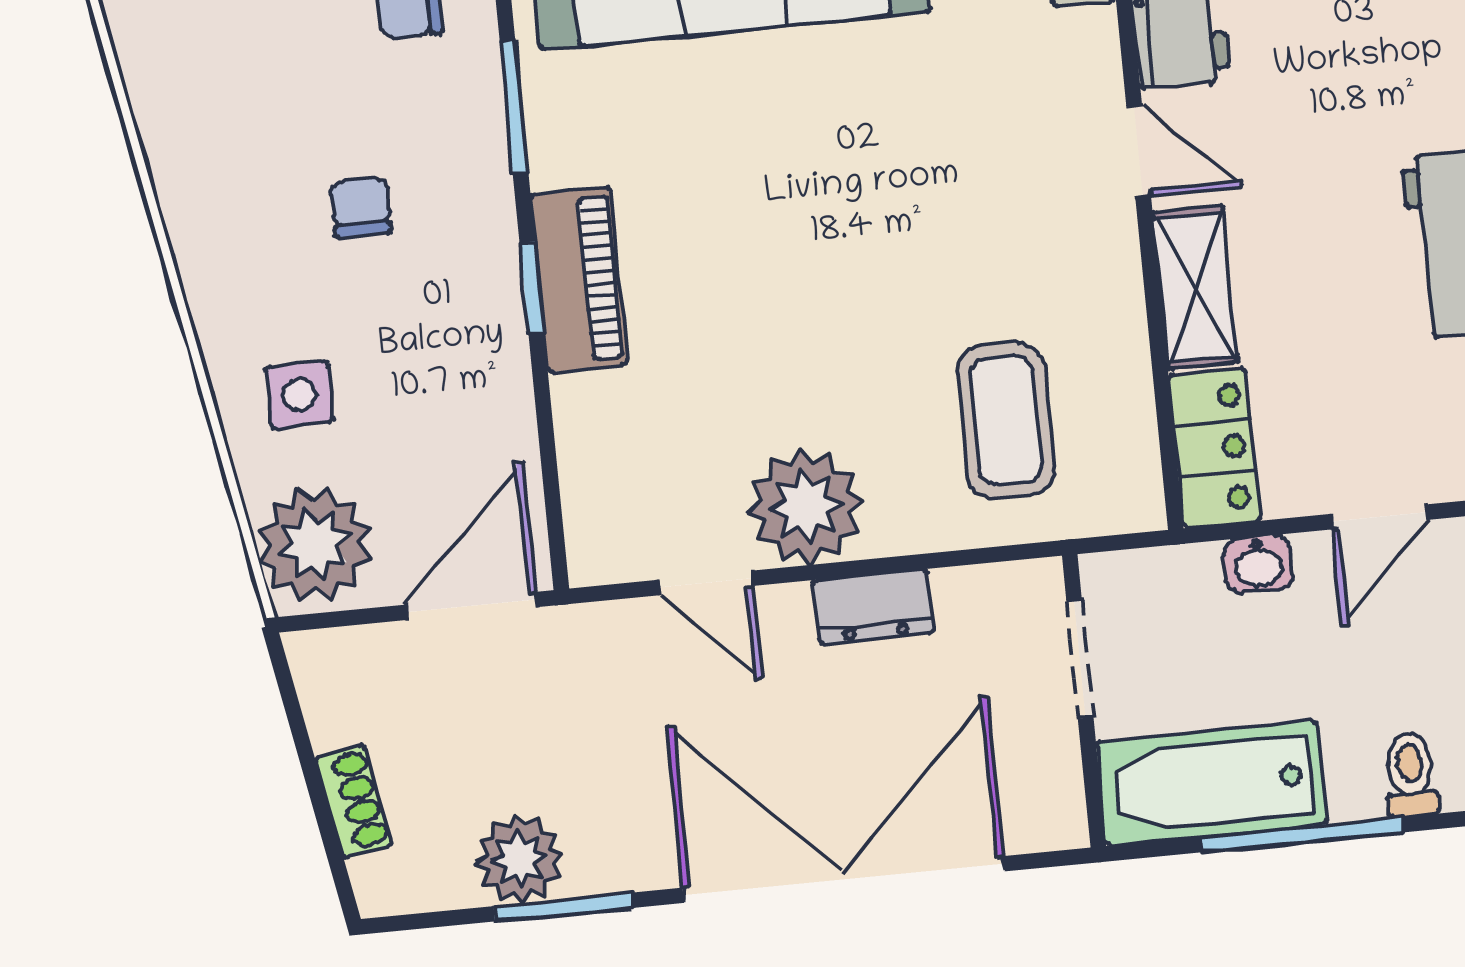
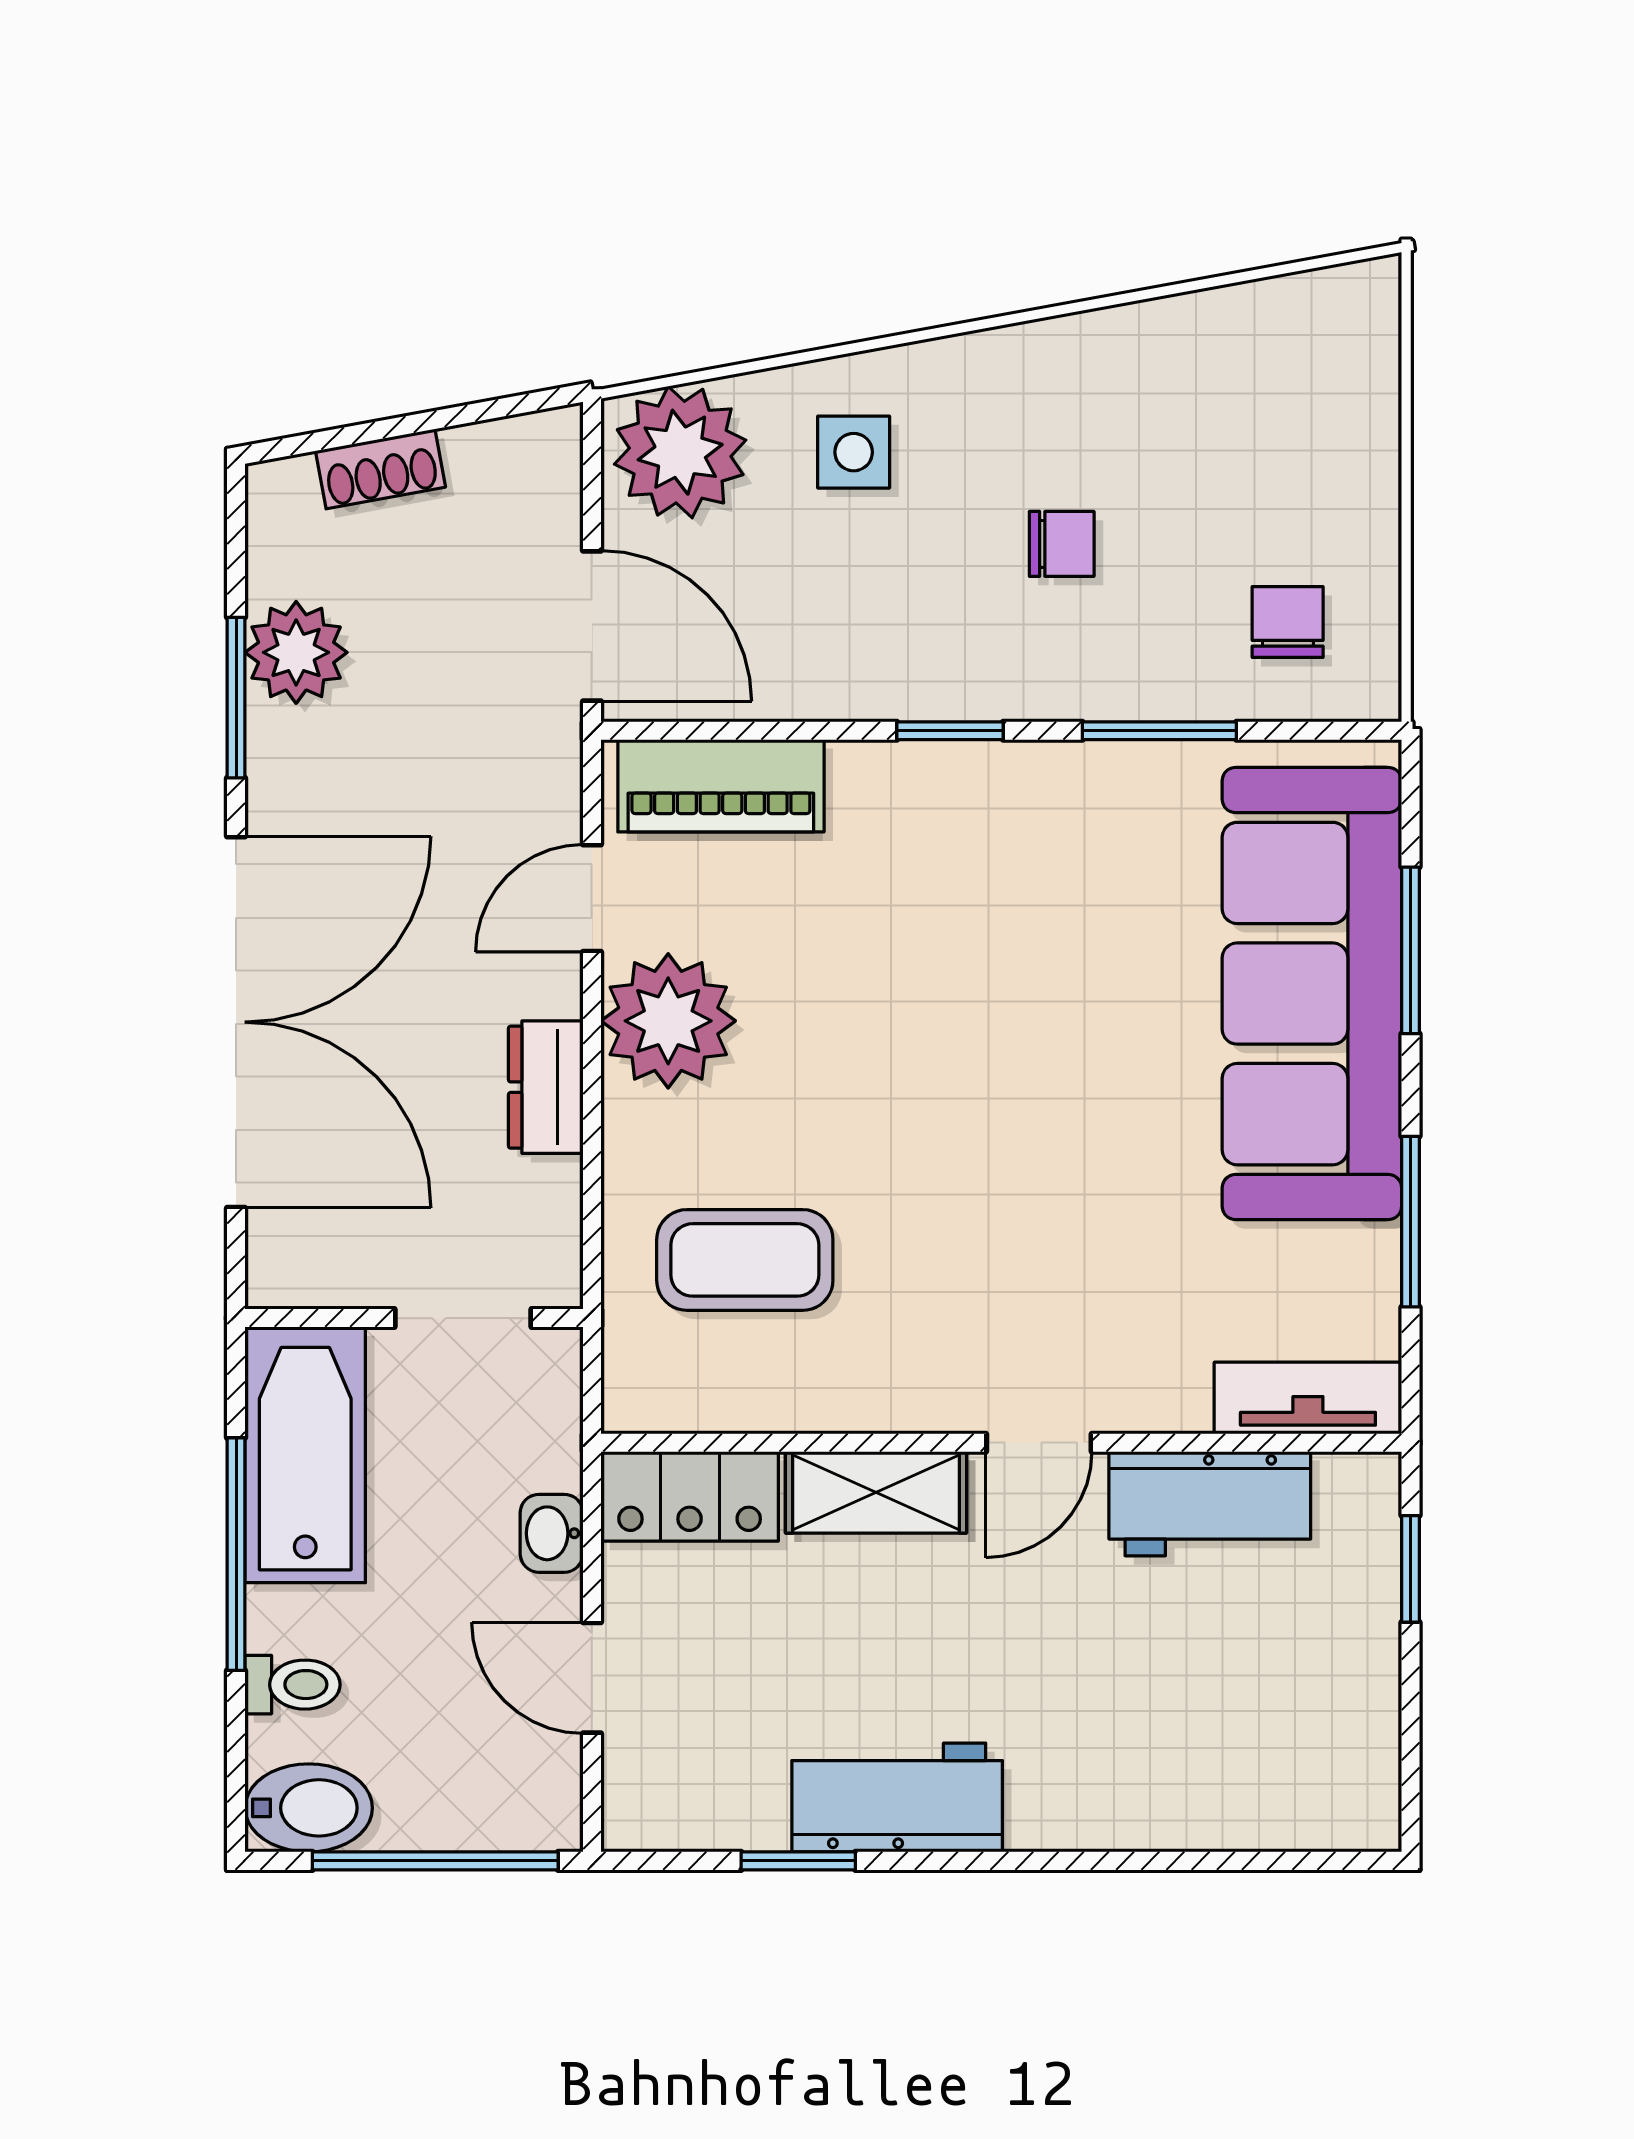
piano: (579, 279) -> (721, 786), moved

